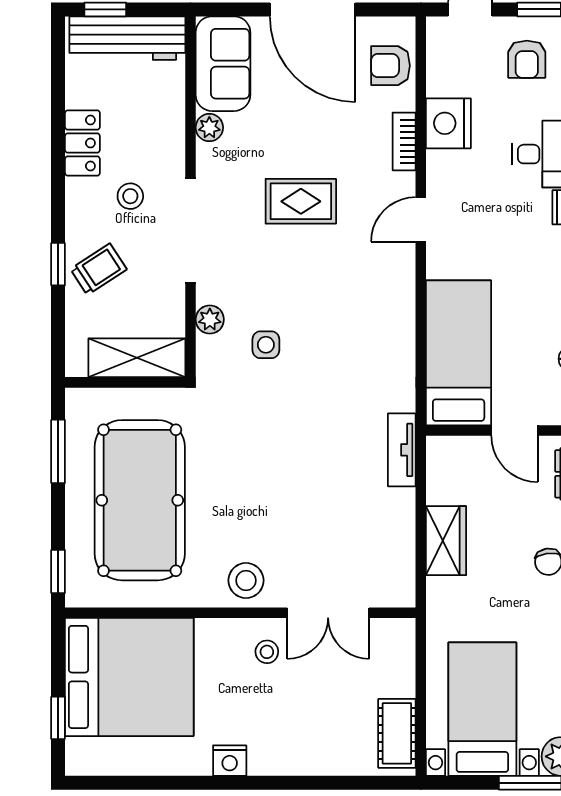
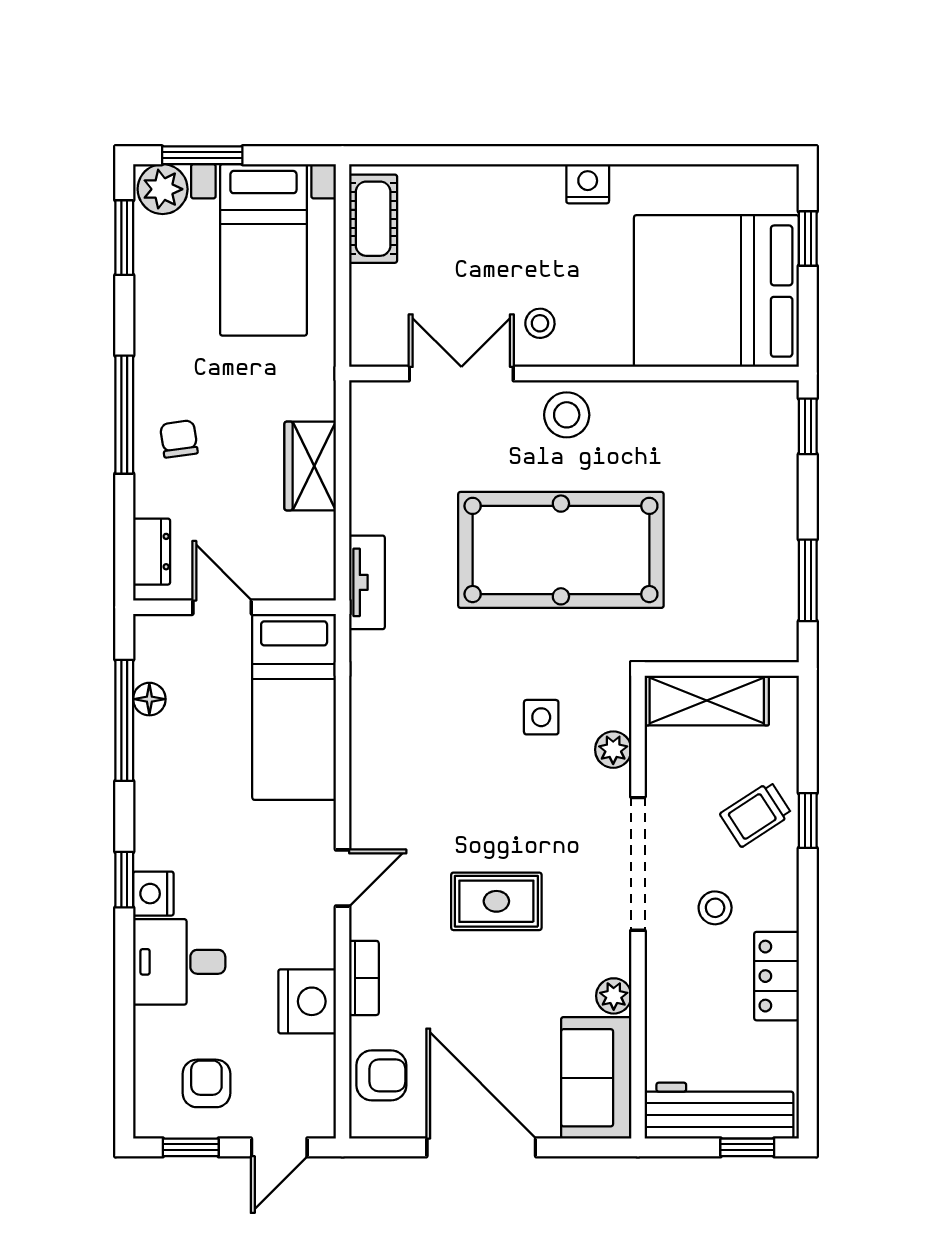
pool table: (140, 500) -> (561, 550), moved, turned 90

